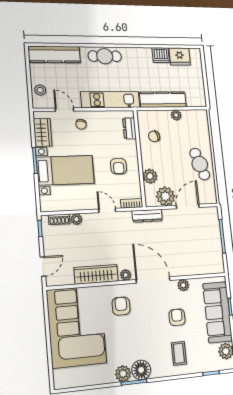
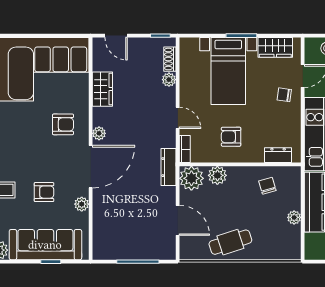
plant: (165, 196) -> (191, 178), moved
door: (107, 210) -> (178, 118), hinge flipped
wardrobe: (96, 274) -> (102, 89), width x0.67

